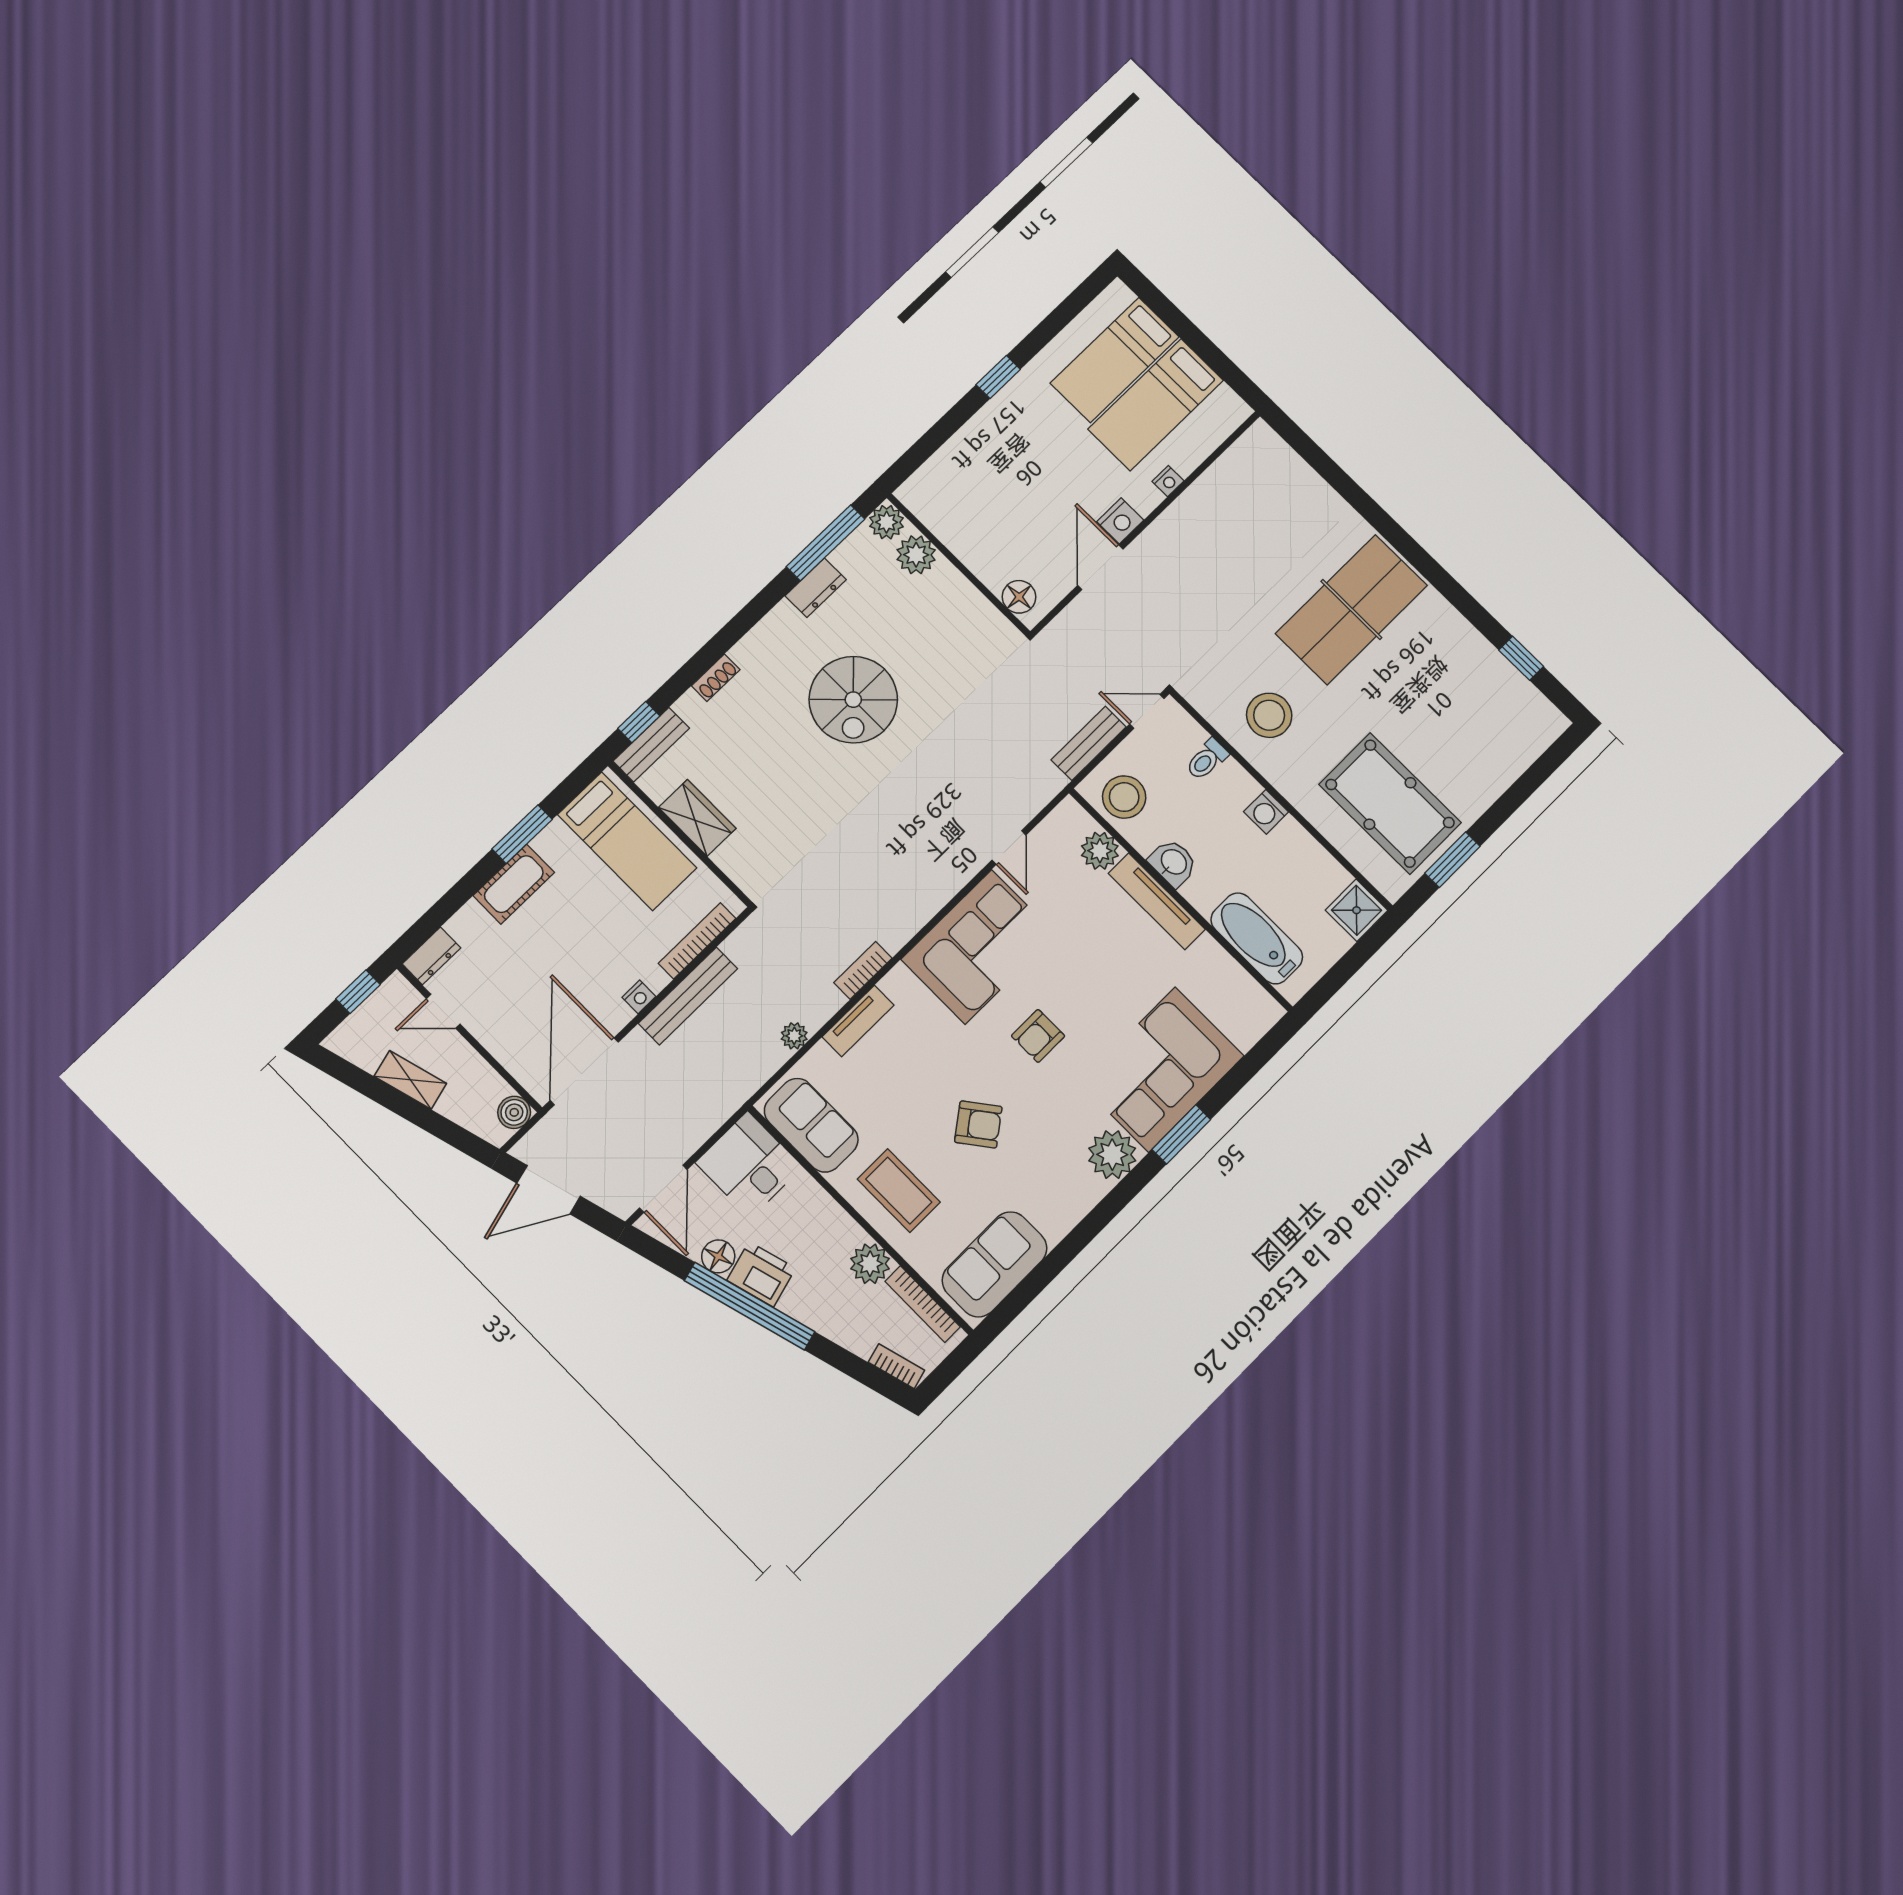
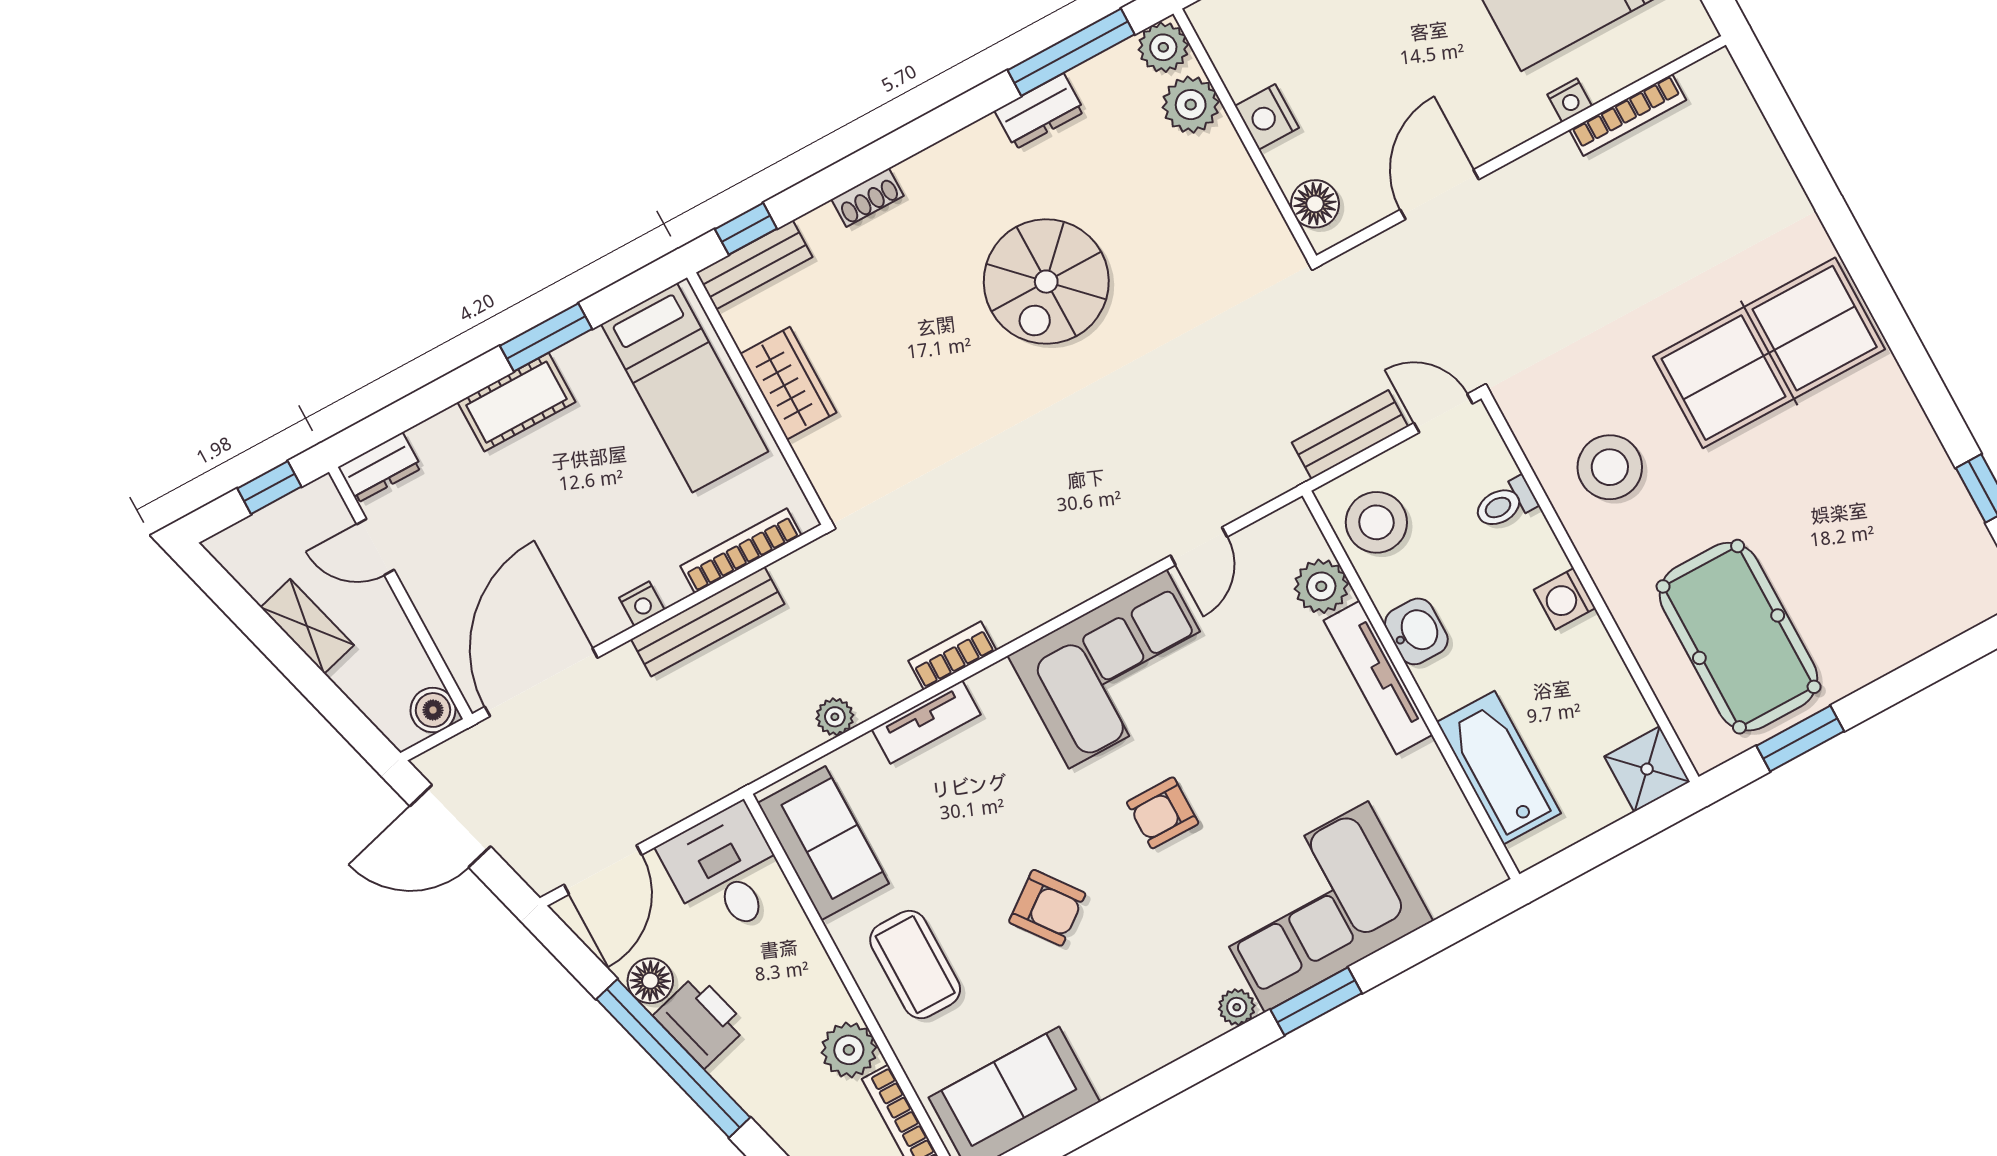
bookcase: (1209, 480) -> (1628, 115), added
nightstand: (1120, 521) -> (1267, 117), moved, turned 90
plant: (1112, 1155) -> (1237, 1007), width x0.53, depth x0.53

